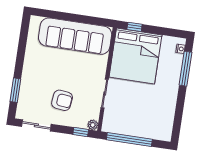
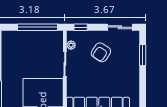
armchair: (62, 100) -> (101, 52), turned -63
plant: (93, 125) -> (71, 45), moved

